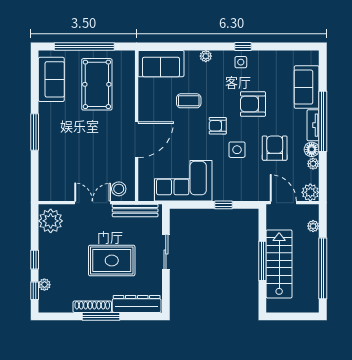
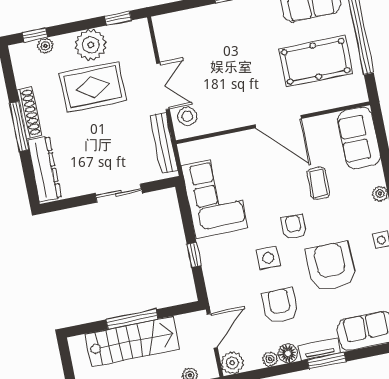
armchair: (253, 104) -> (331, 266), width x1.36, depth x1.36
window: (323, 121) -> (327, 360), width x0.47
door: (137, 140) -> (278, 122), moved
armchair: (275, 148) -> (280, 306), turned -90
plant: (51, 221) -> (91, 45), moved
window: (35, 260) -> (118, 18), moved
rug: (112, 261) -> (93, 87), moved, turned 90

